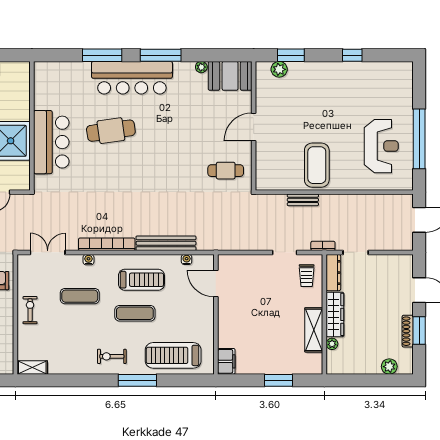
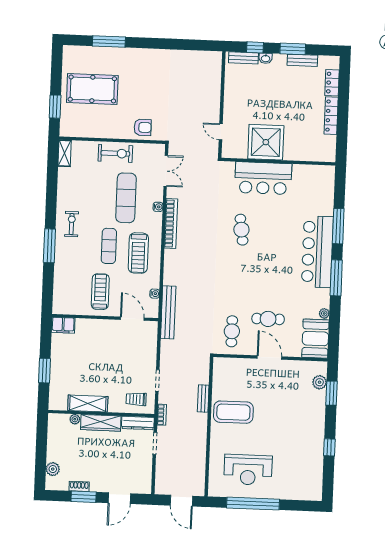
cafe table: (210, 130) -> (268, 319), added
cafe table: (111, 131) -> (241, 230), moved, width x0.73, depth x0.74
bench: (166, 243) -> (168, 312), moved
door: (216, 284) -> (132, 319), hinge flipped
exercise mat: (80, 296) -> (126, 198), width x1.36, depth x1.45
exercise bike: (30, 310) -> (115, 153), width x1.38, depth x1.39
shoe rack: (408, 331) -> (79, 486), width x0.70
treadmill: (173, 355) -> (100, 292), moved, width x0.73, depth x0.73

